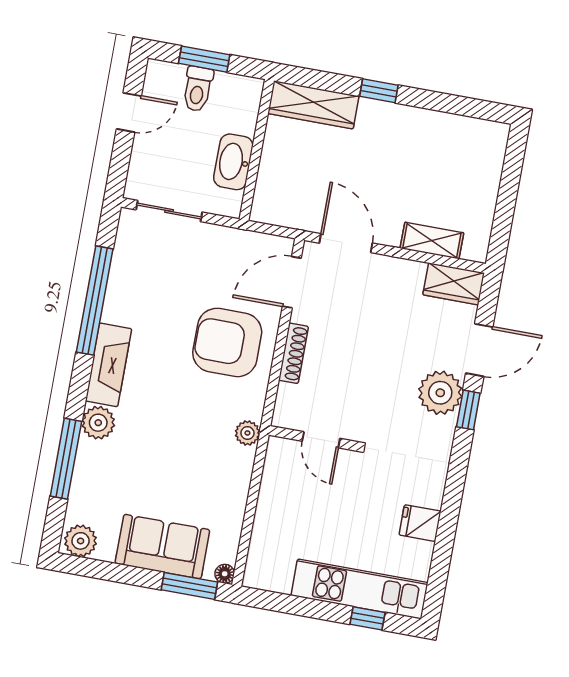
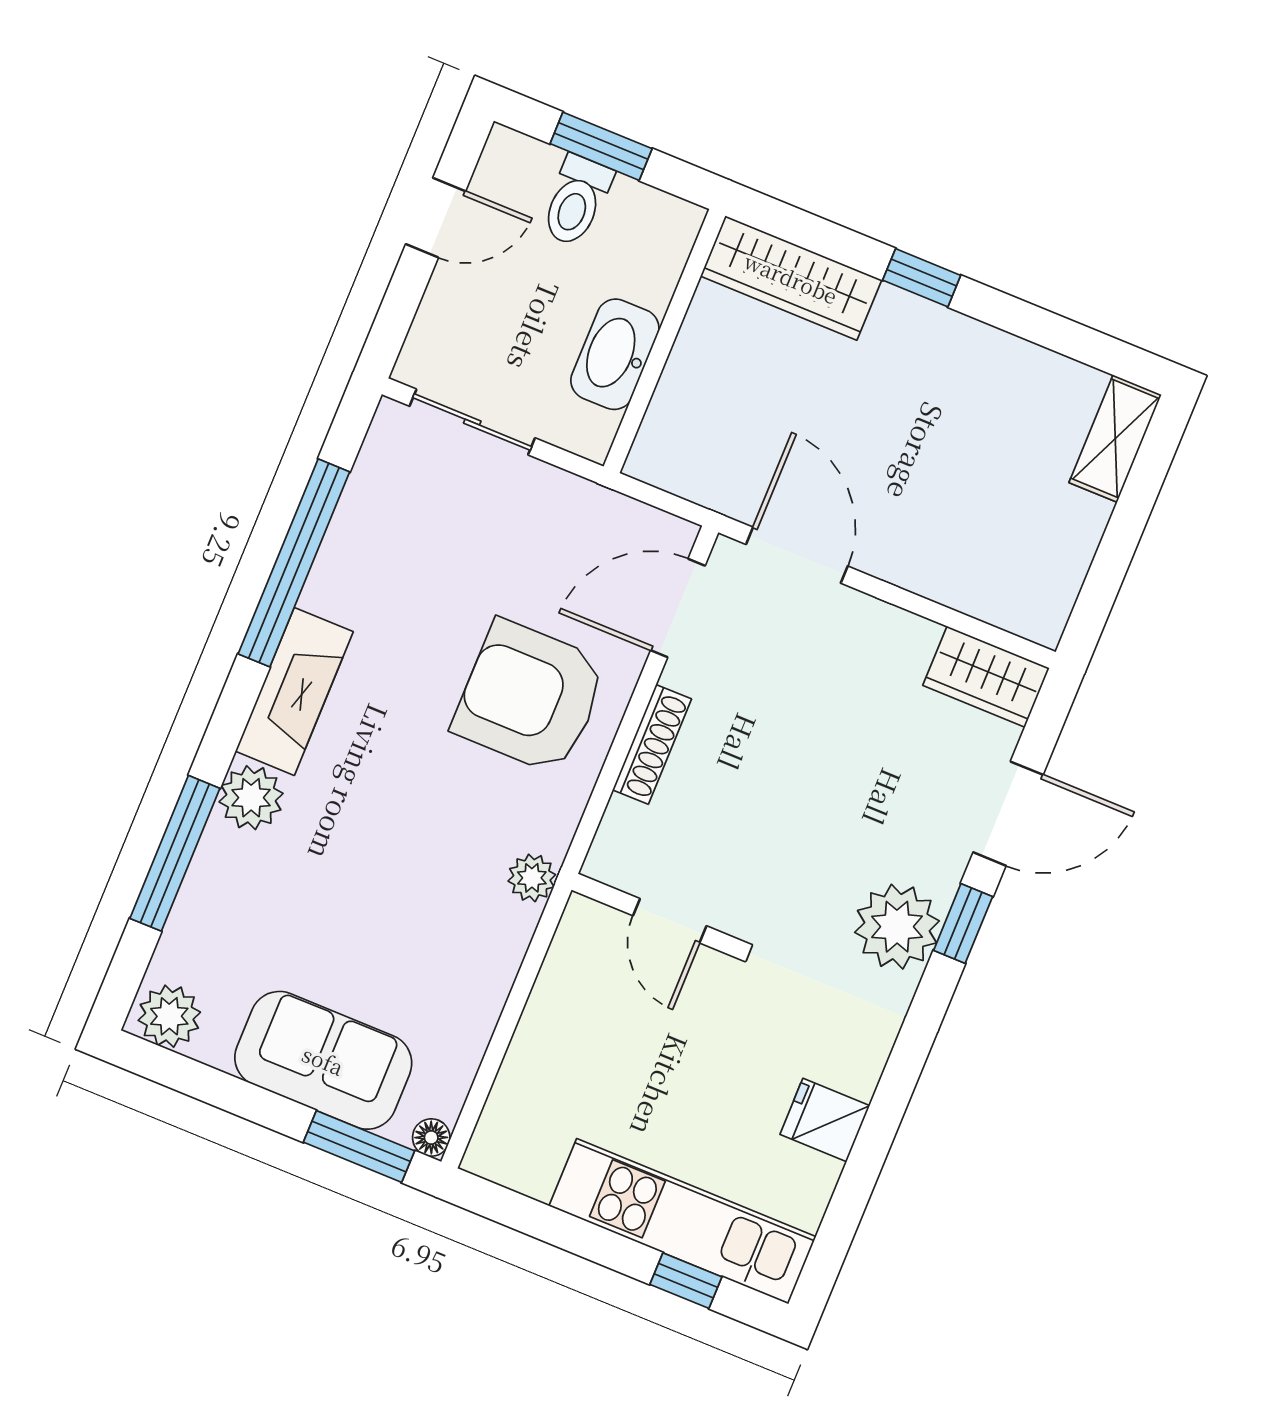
shelving: (432, 241) -> (1115, 439), moved, turned 90
plant: (440, 393) -> (897, 927), moved

